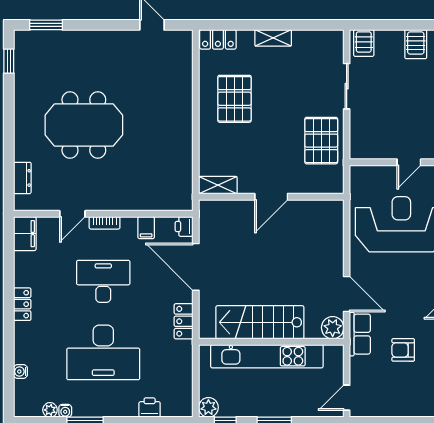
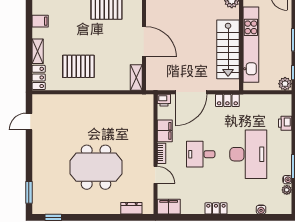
shelving: (273, 38) -> (38, 51), moved
filing cabinet: (302, 42) -> (40, 21), added
meeting table: (84, 125) -> (96, 167), turned 90
door: (271, 197) -> (144, 42), width x1.36
filing cabinet: (146, 228) -> (165, 131), width x2.00
desk: (103, 281) -> (201, 154), width x0.73

